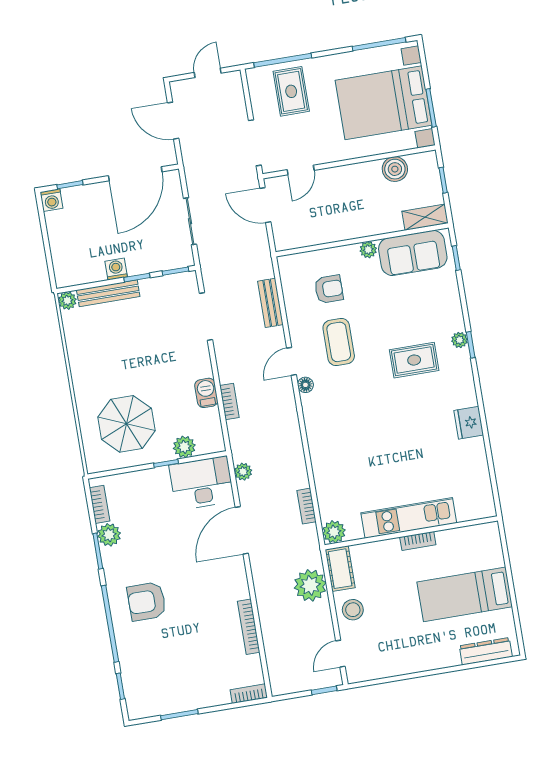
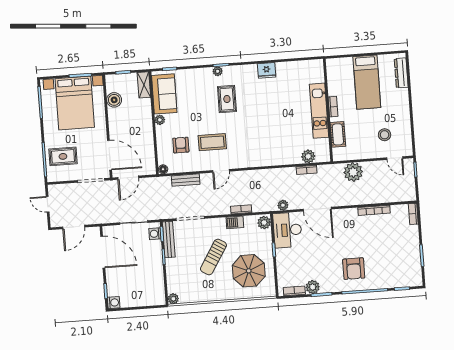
door: (301, 170) -> (110, 155), width x1.88
washing machine: (116, 269) -> (155, 234), moved
bench: (108, 293) -> (169, 239), moved
door: (291, 361) -> (221, 171), hinge flipped
sun lounger: (144, 362) -> (213, 257), added
floor lamp: (305, 385) -> (163, 169), moved
plant: (184, 447) -> (264, 223), moved
plant: (334, 532) -> (308, 156), moved
cot: (340, 569) -> (338, 134), moved, turned 90
stool: (353, 610) -> (385, 135), moved

